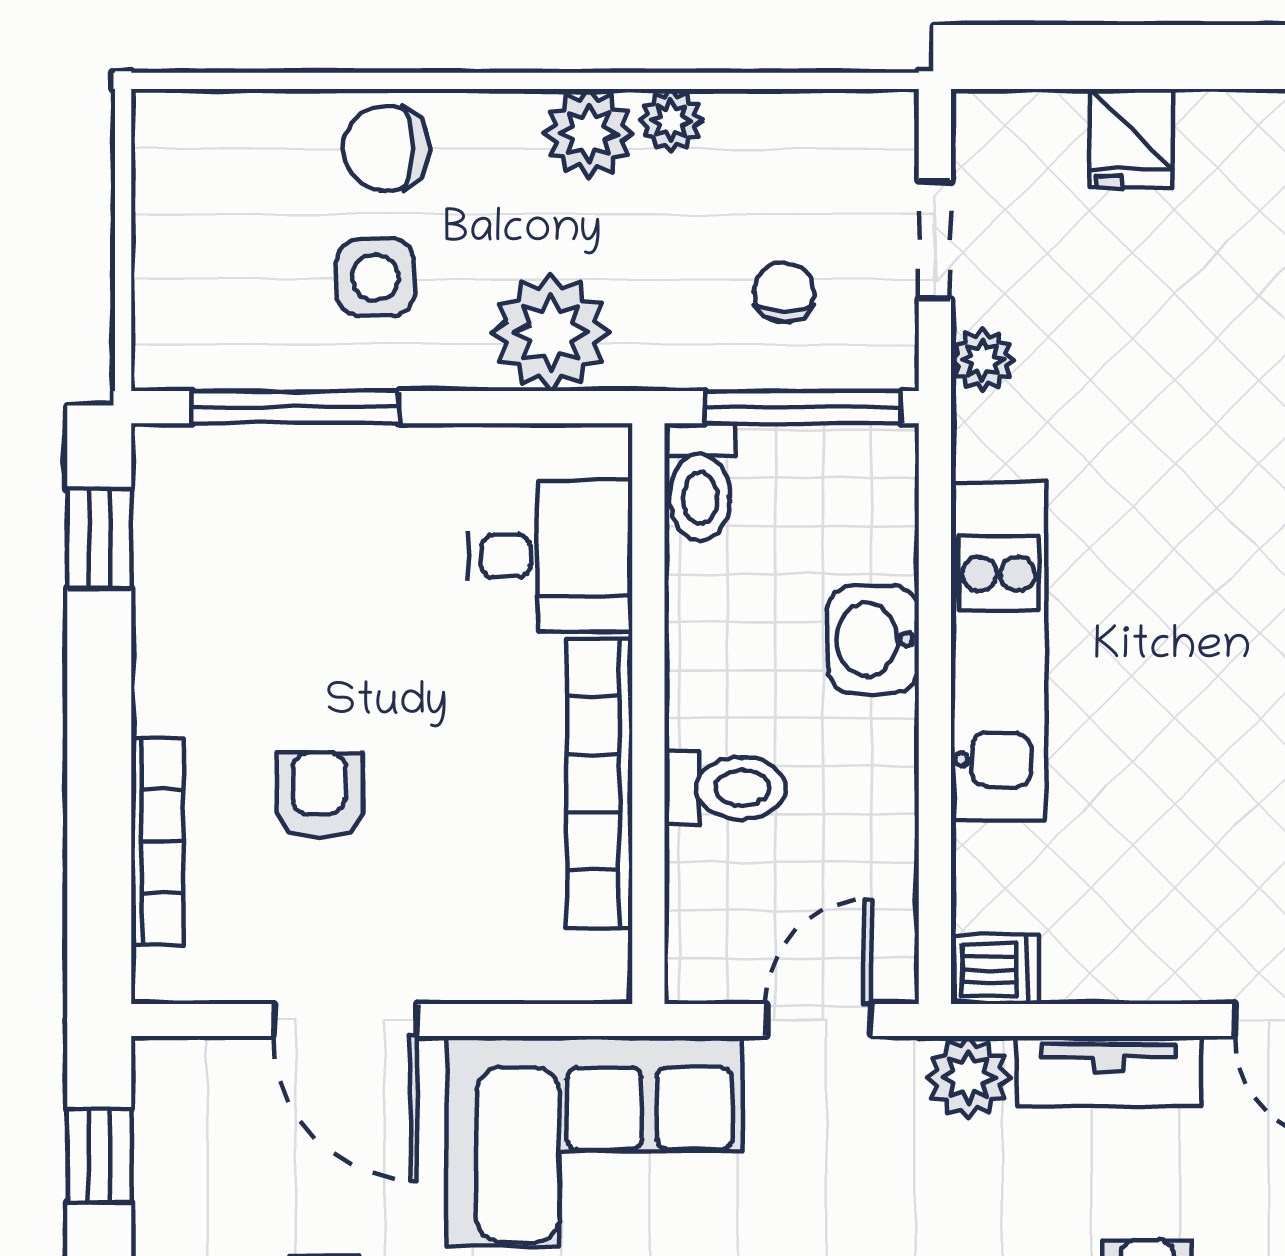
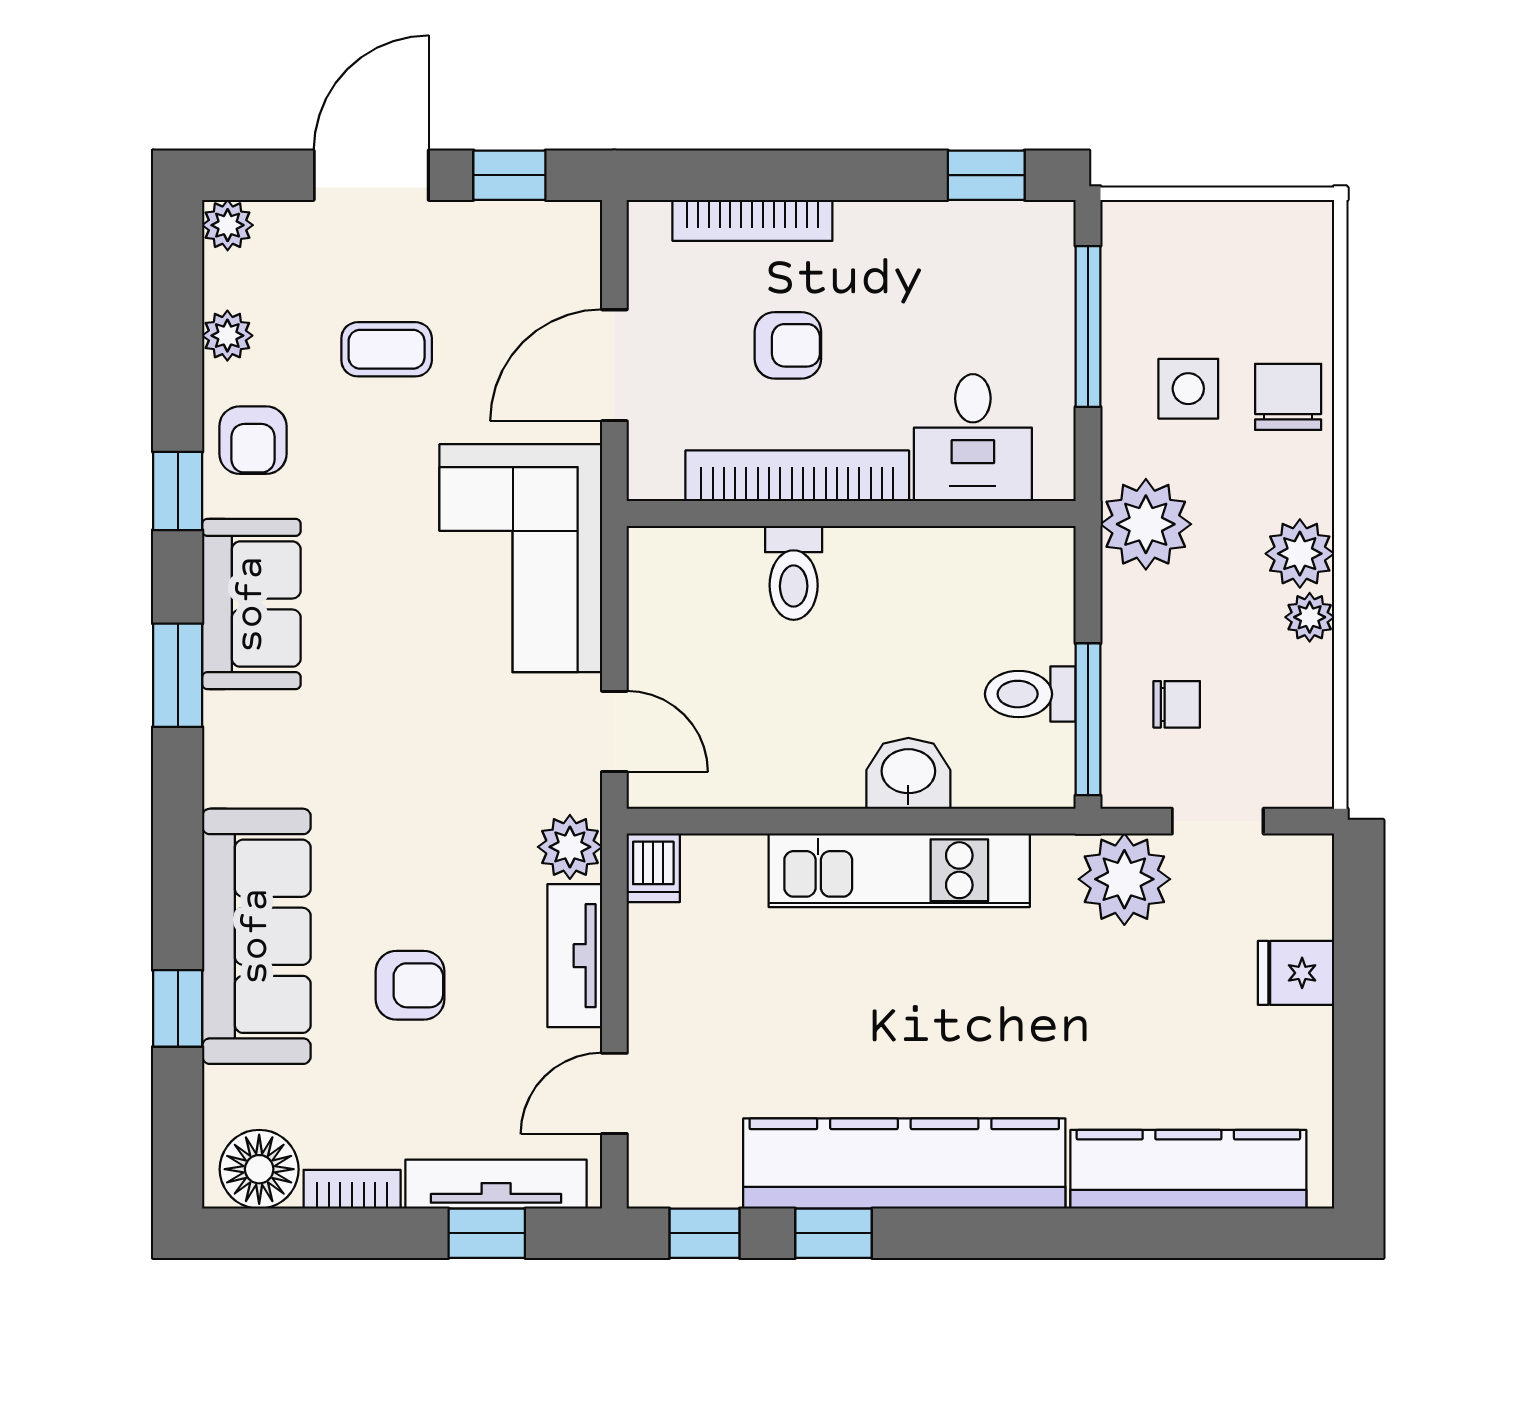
plant: (982, 360) -> (1124, 879), width x1.87, depth x1.87
toilet: (700, 482) -> (1030, 694), moved
desk: (550, 556) -> (973, 438), moved
wall: (648, 714) -> (851, 514), moved
bookcase: (600, 783) -> (797, 476), moved
toilet: (725, 788) -> (794, 573), moved

